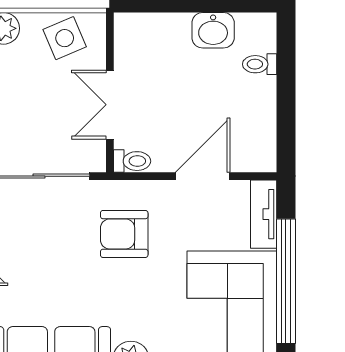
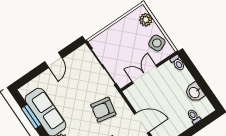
toilet: (132, 161) -> (178, 63), moved
armchair: (124, 234) -> (103, 110), turned -79

